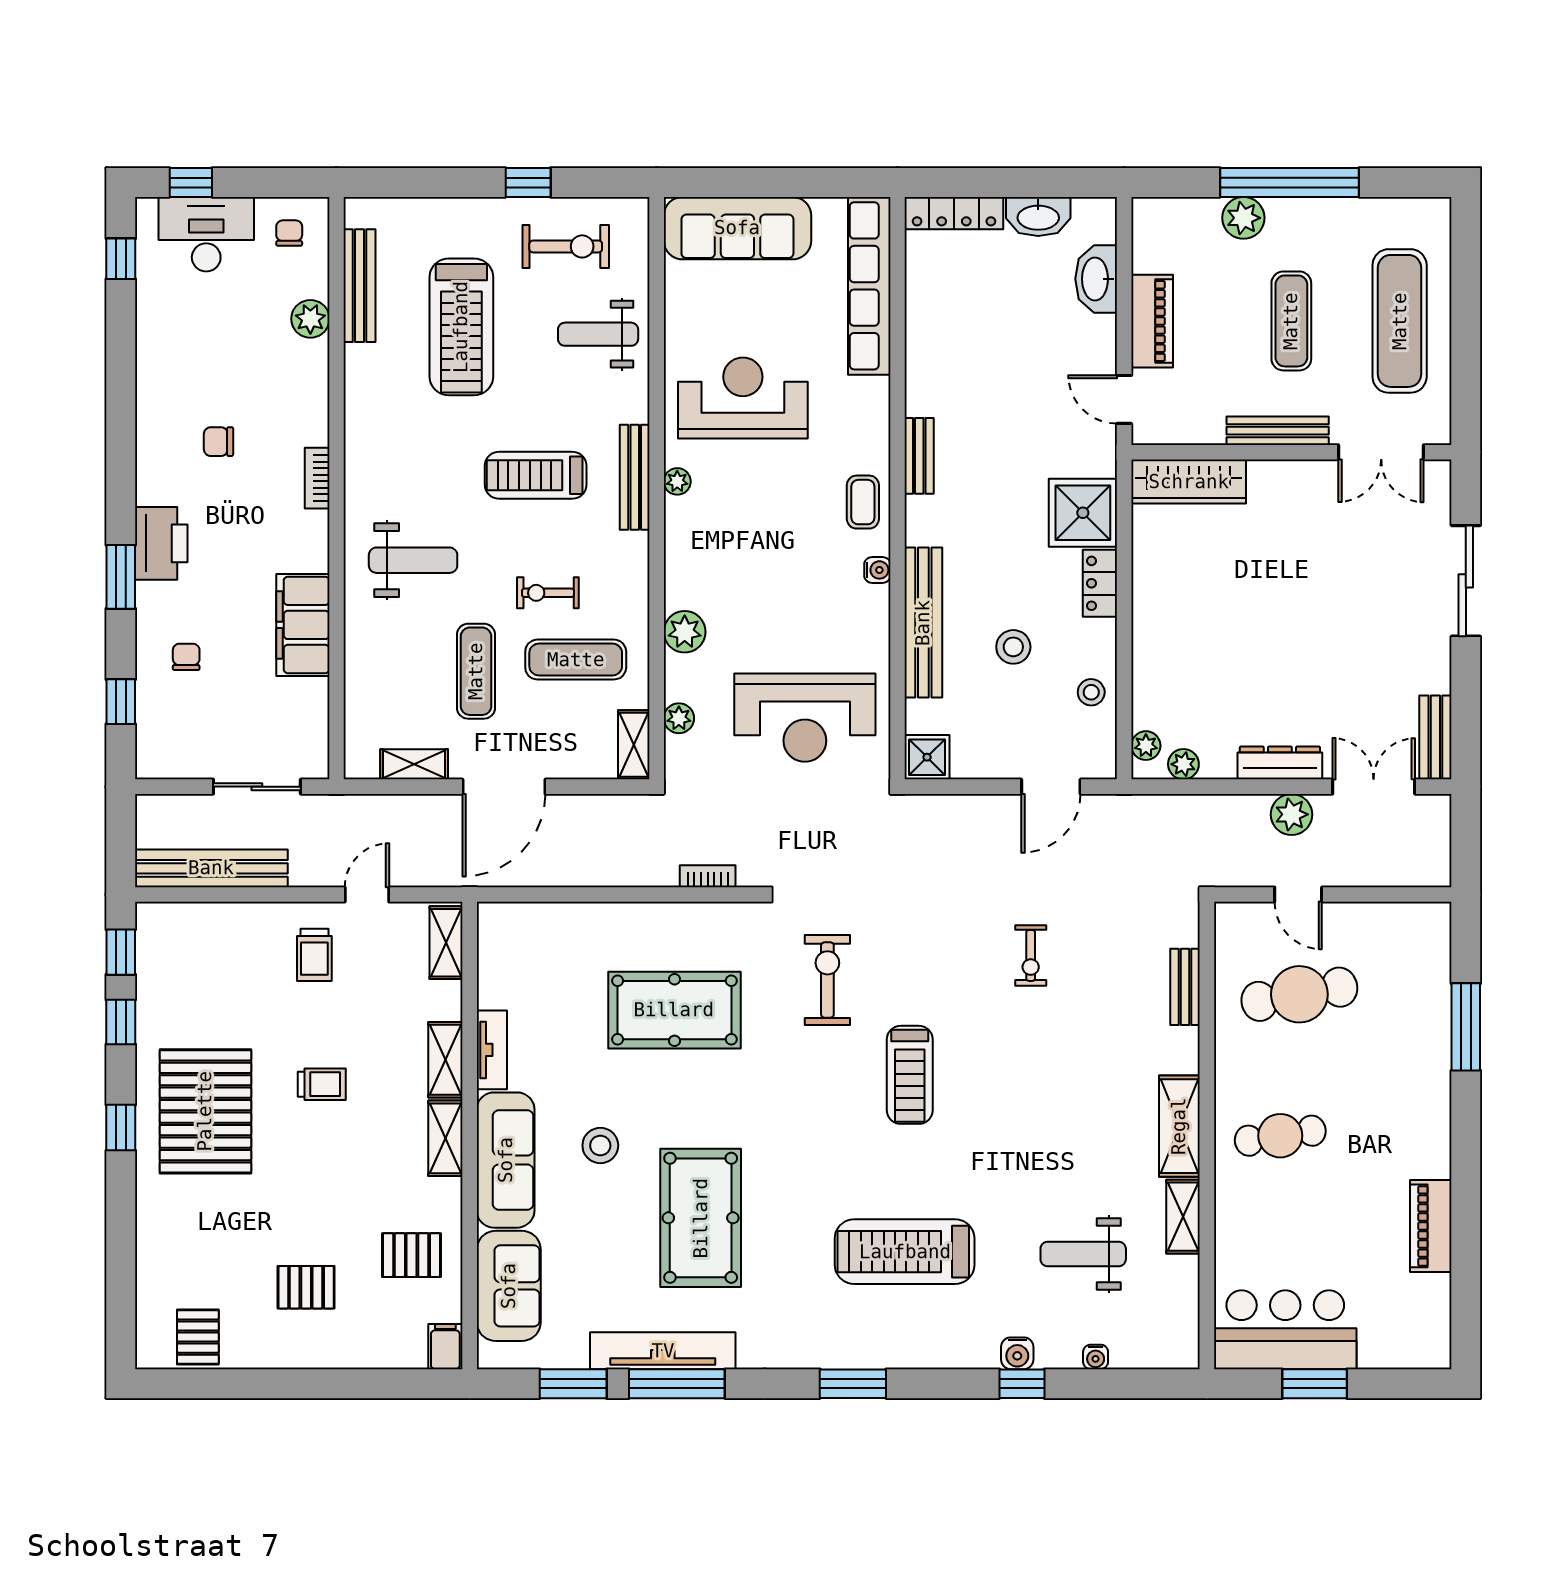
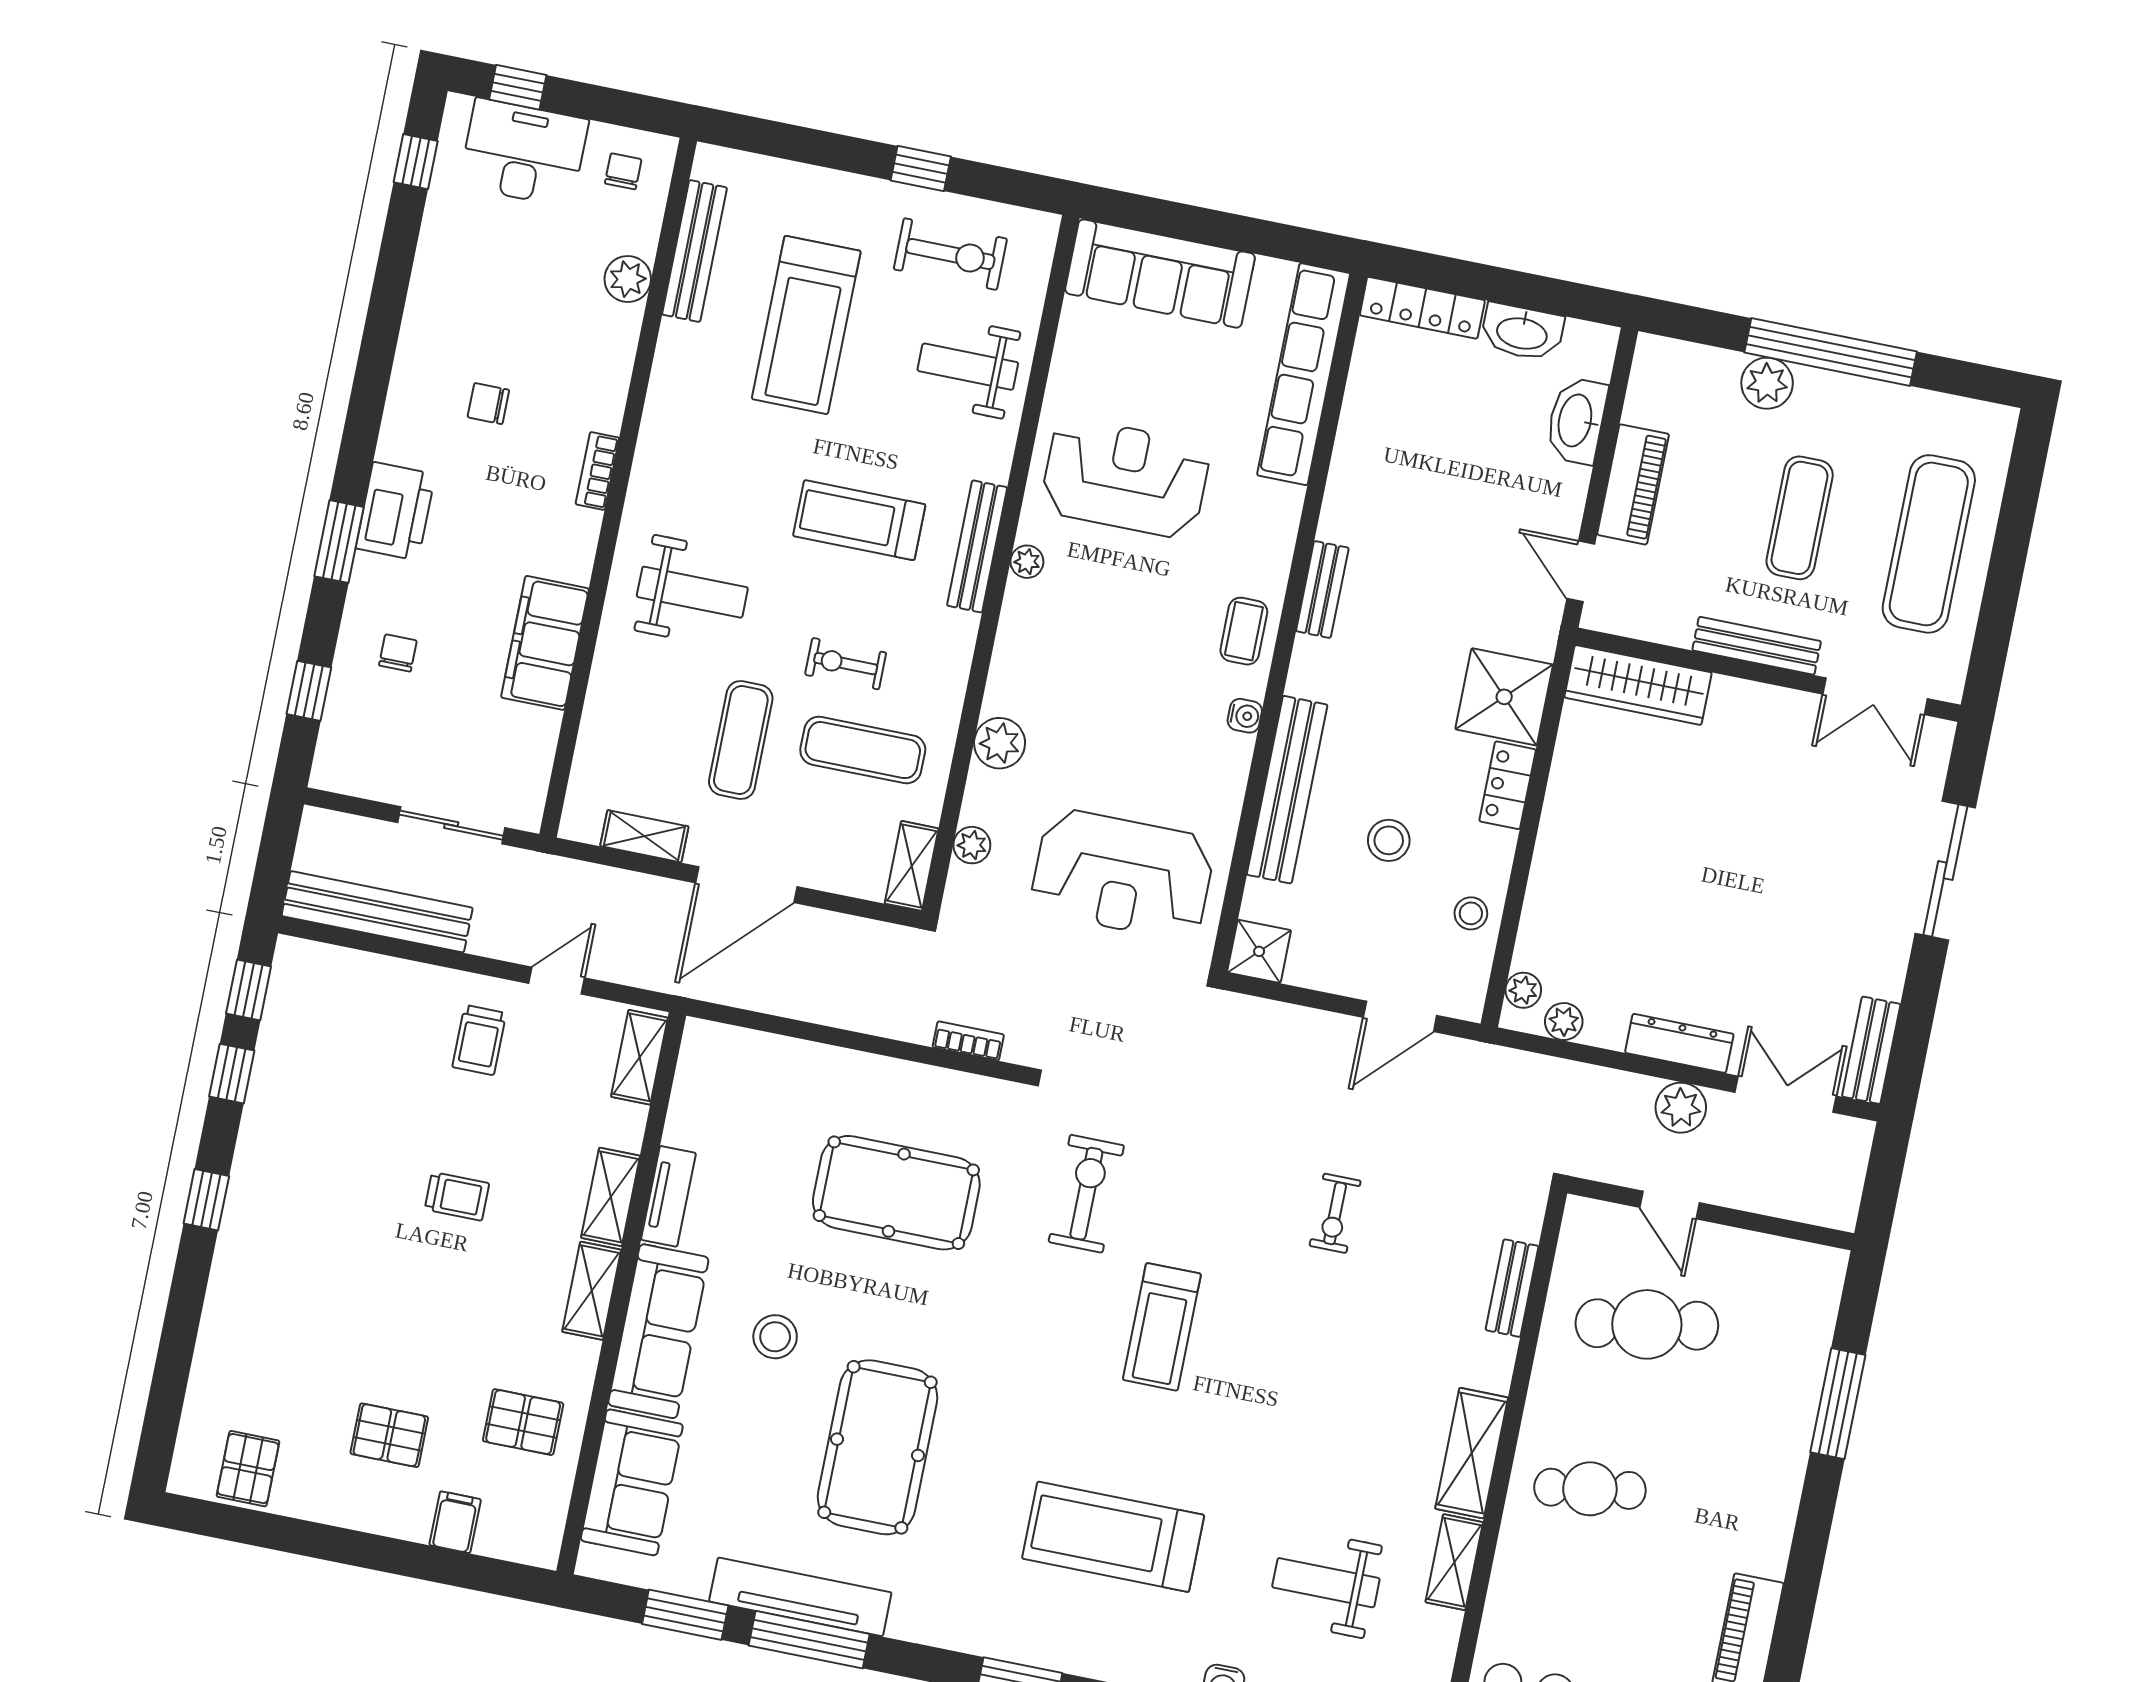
pallet: (205, 1111) -> (311, 1201), removed
filing cabinet: (445, 1347) -> (455, 1522), moved

